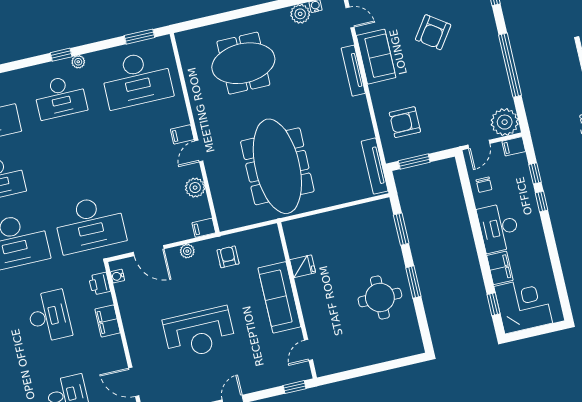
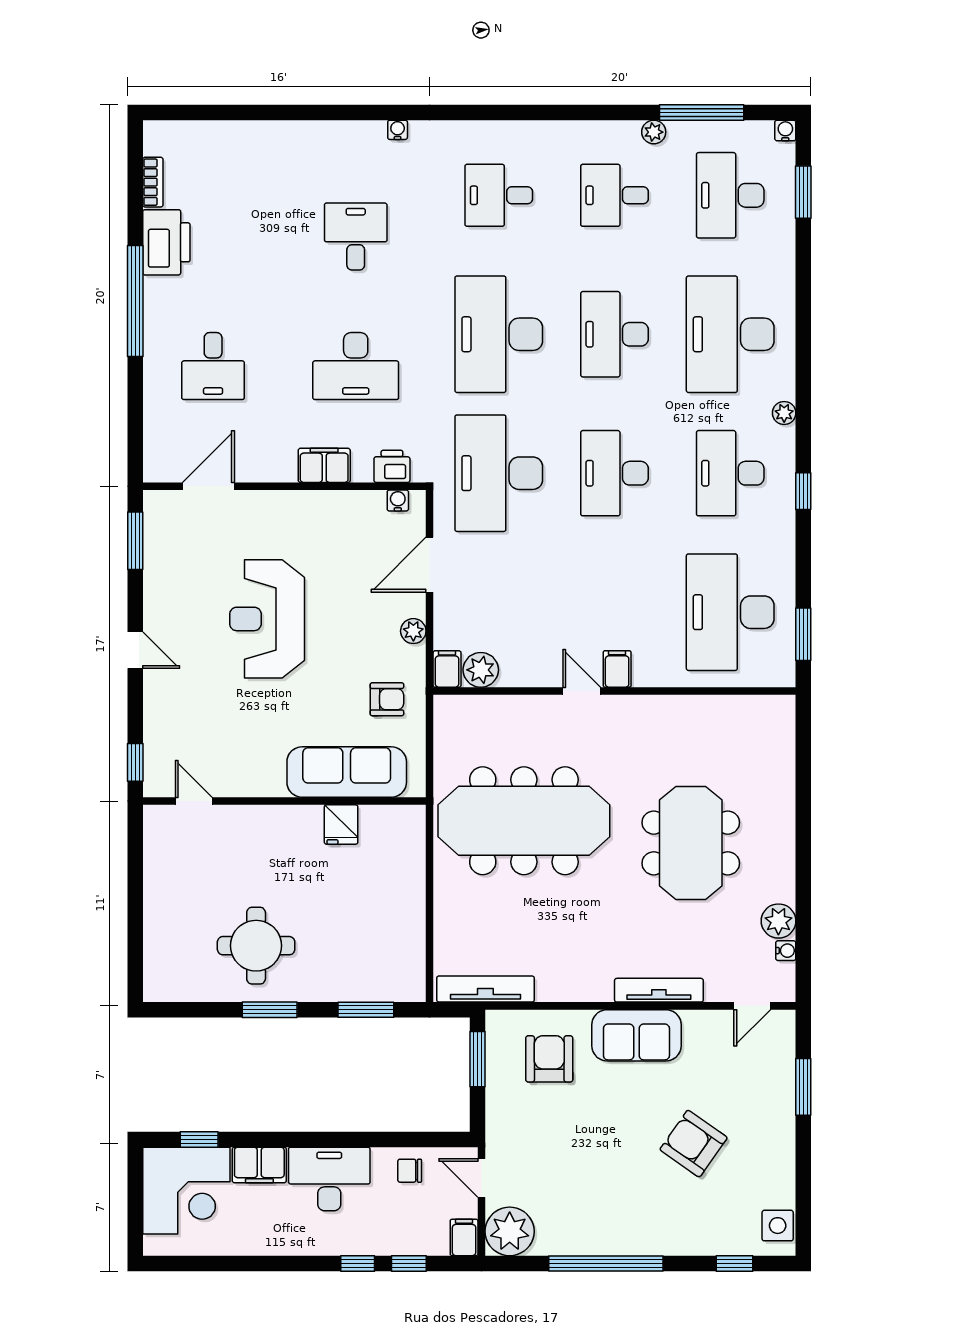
sofa: (376, 57) -> (636, 1035), moved
plant: (78, 62) -> (784, 413), moved
meeting table: (243, 63) -> (691, 843), moved
desk: (75, 161) -> (614, 473), added
plant: (195, 188) -> (481, 670), moved
sofa: (279, 297) -> (347, 772), moved

